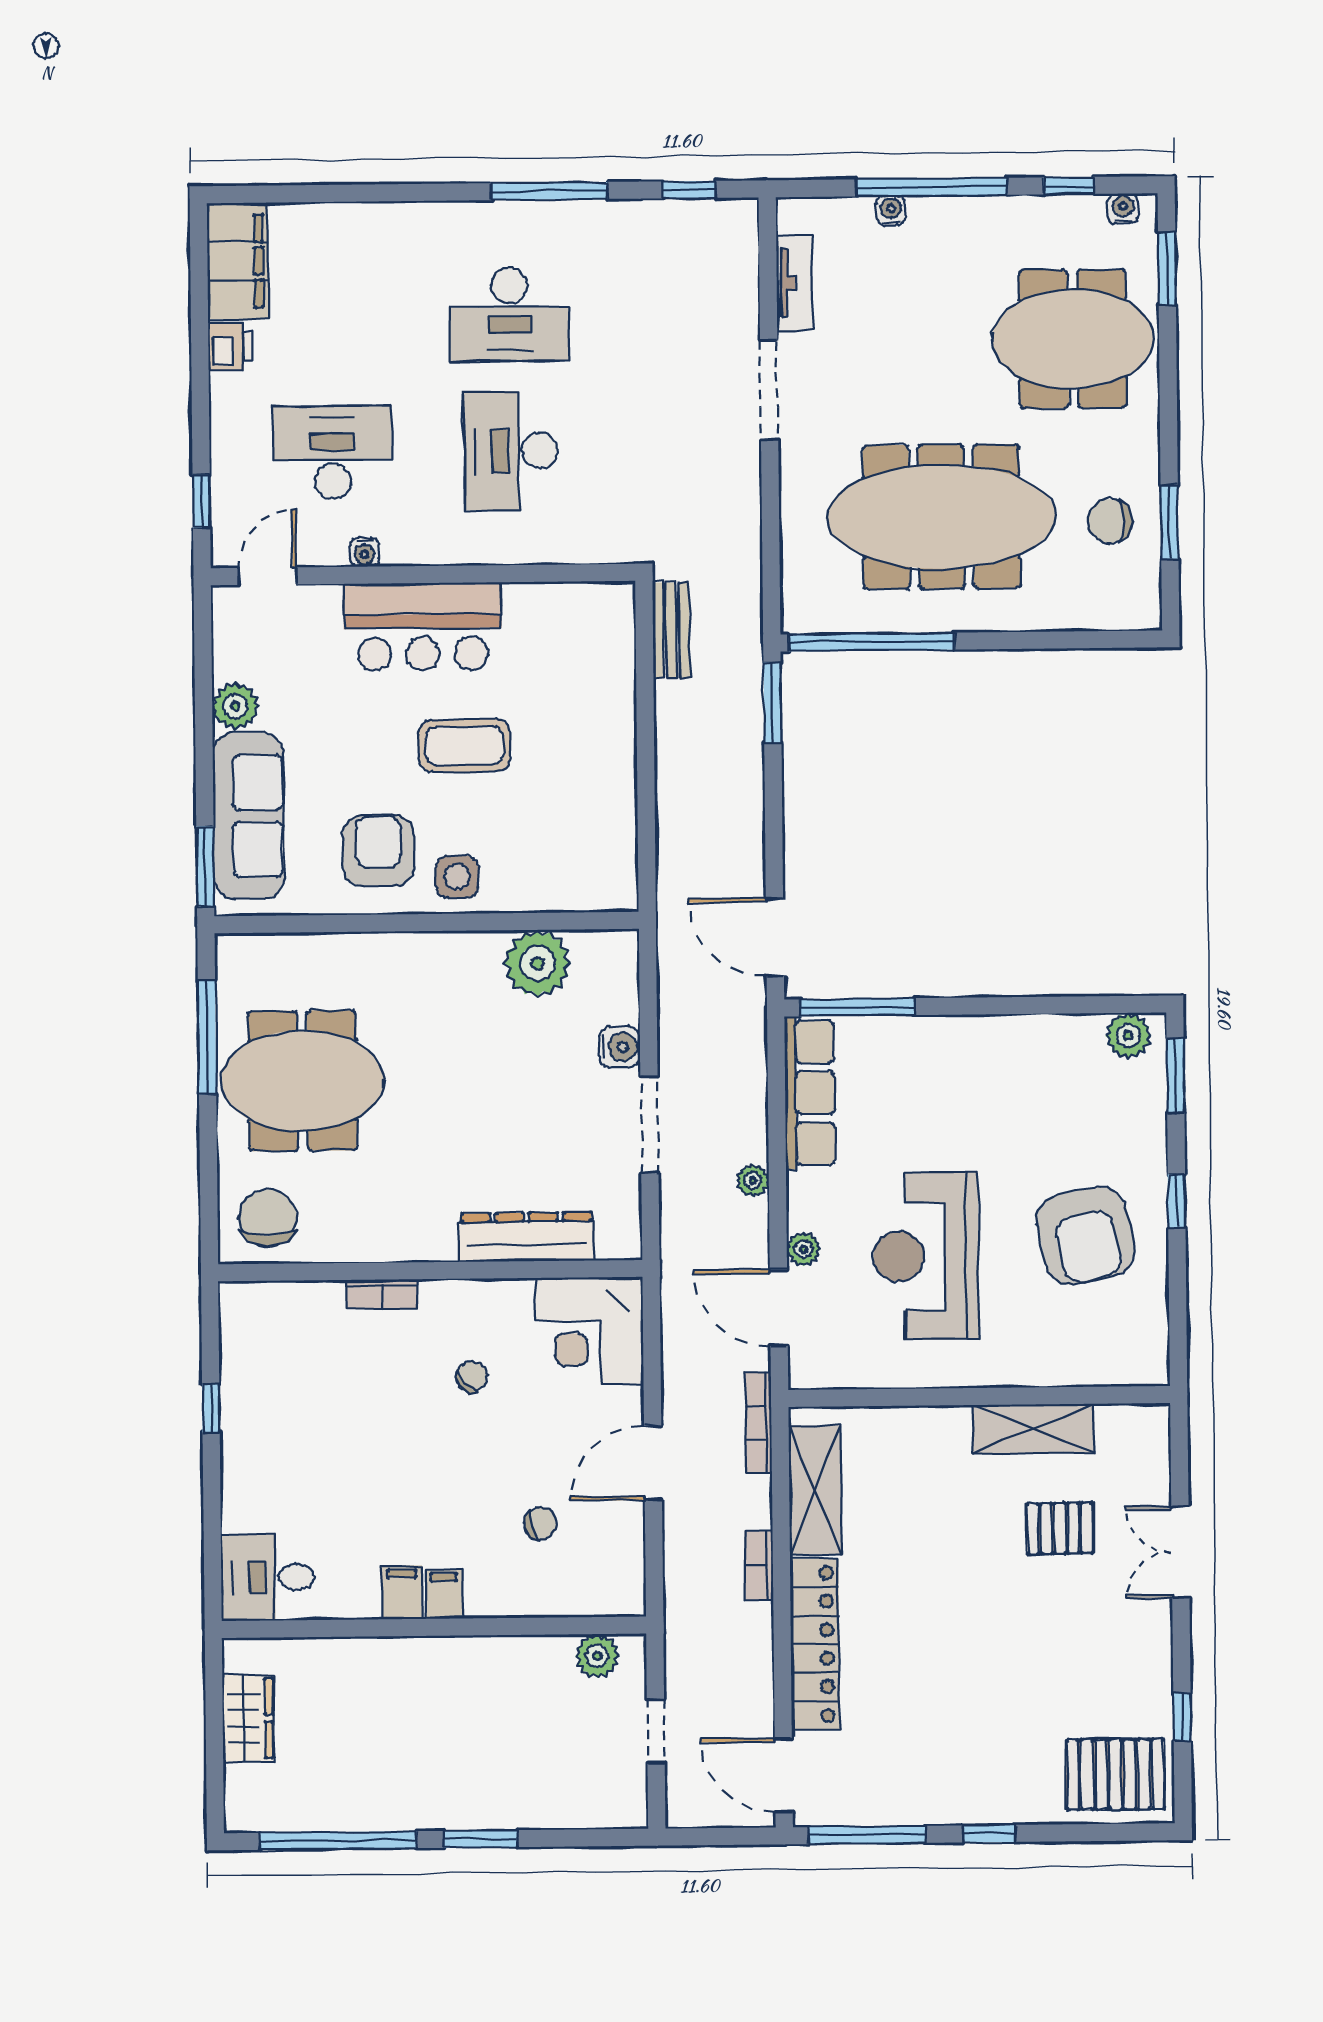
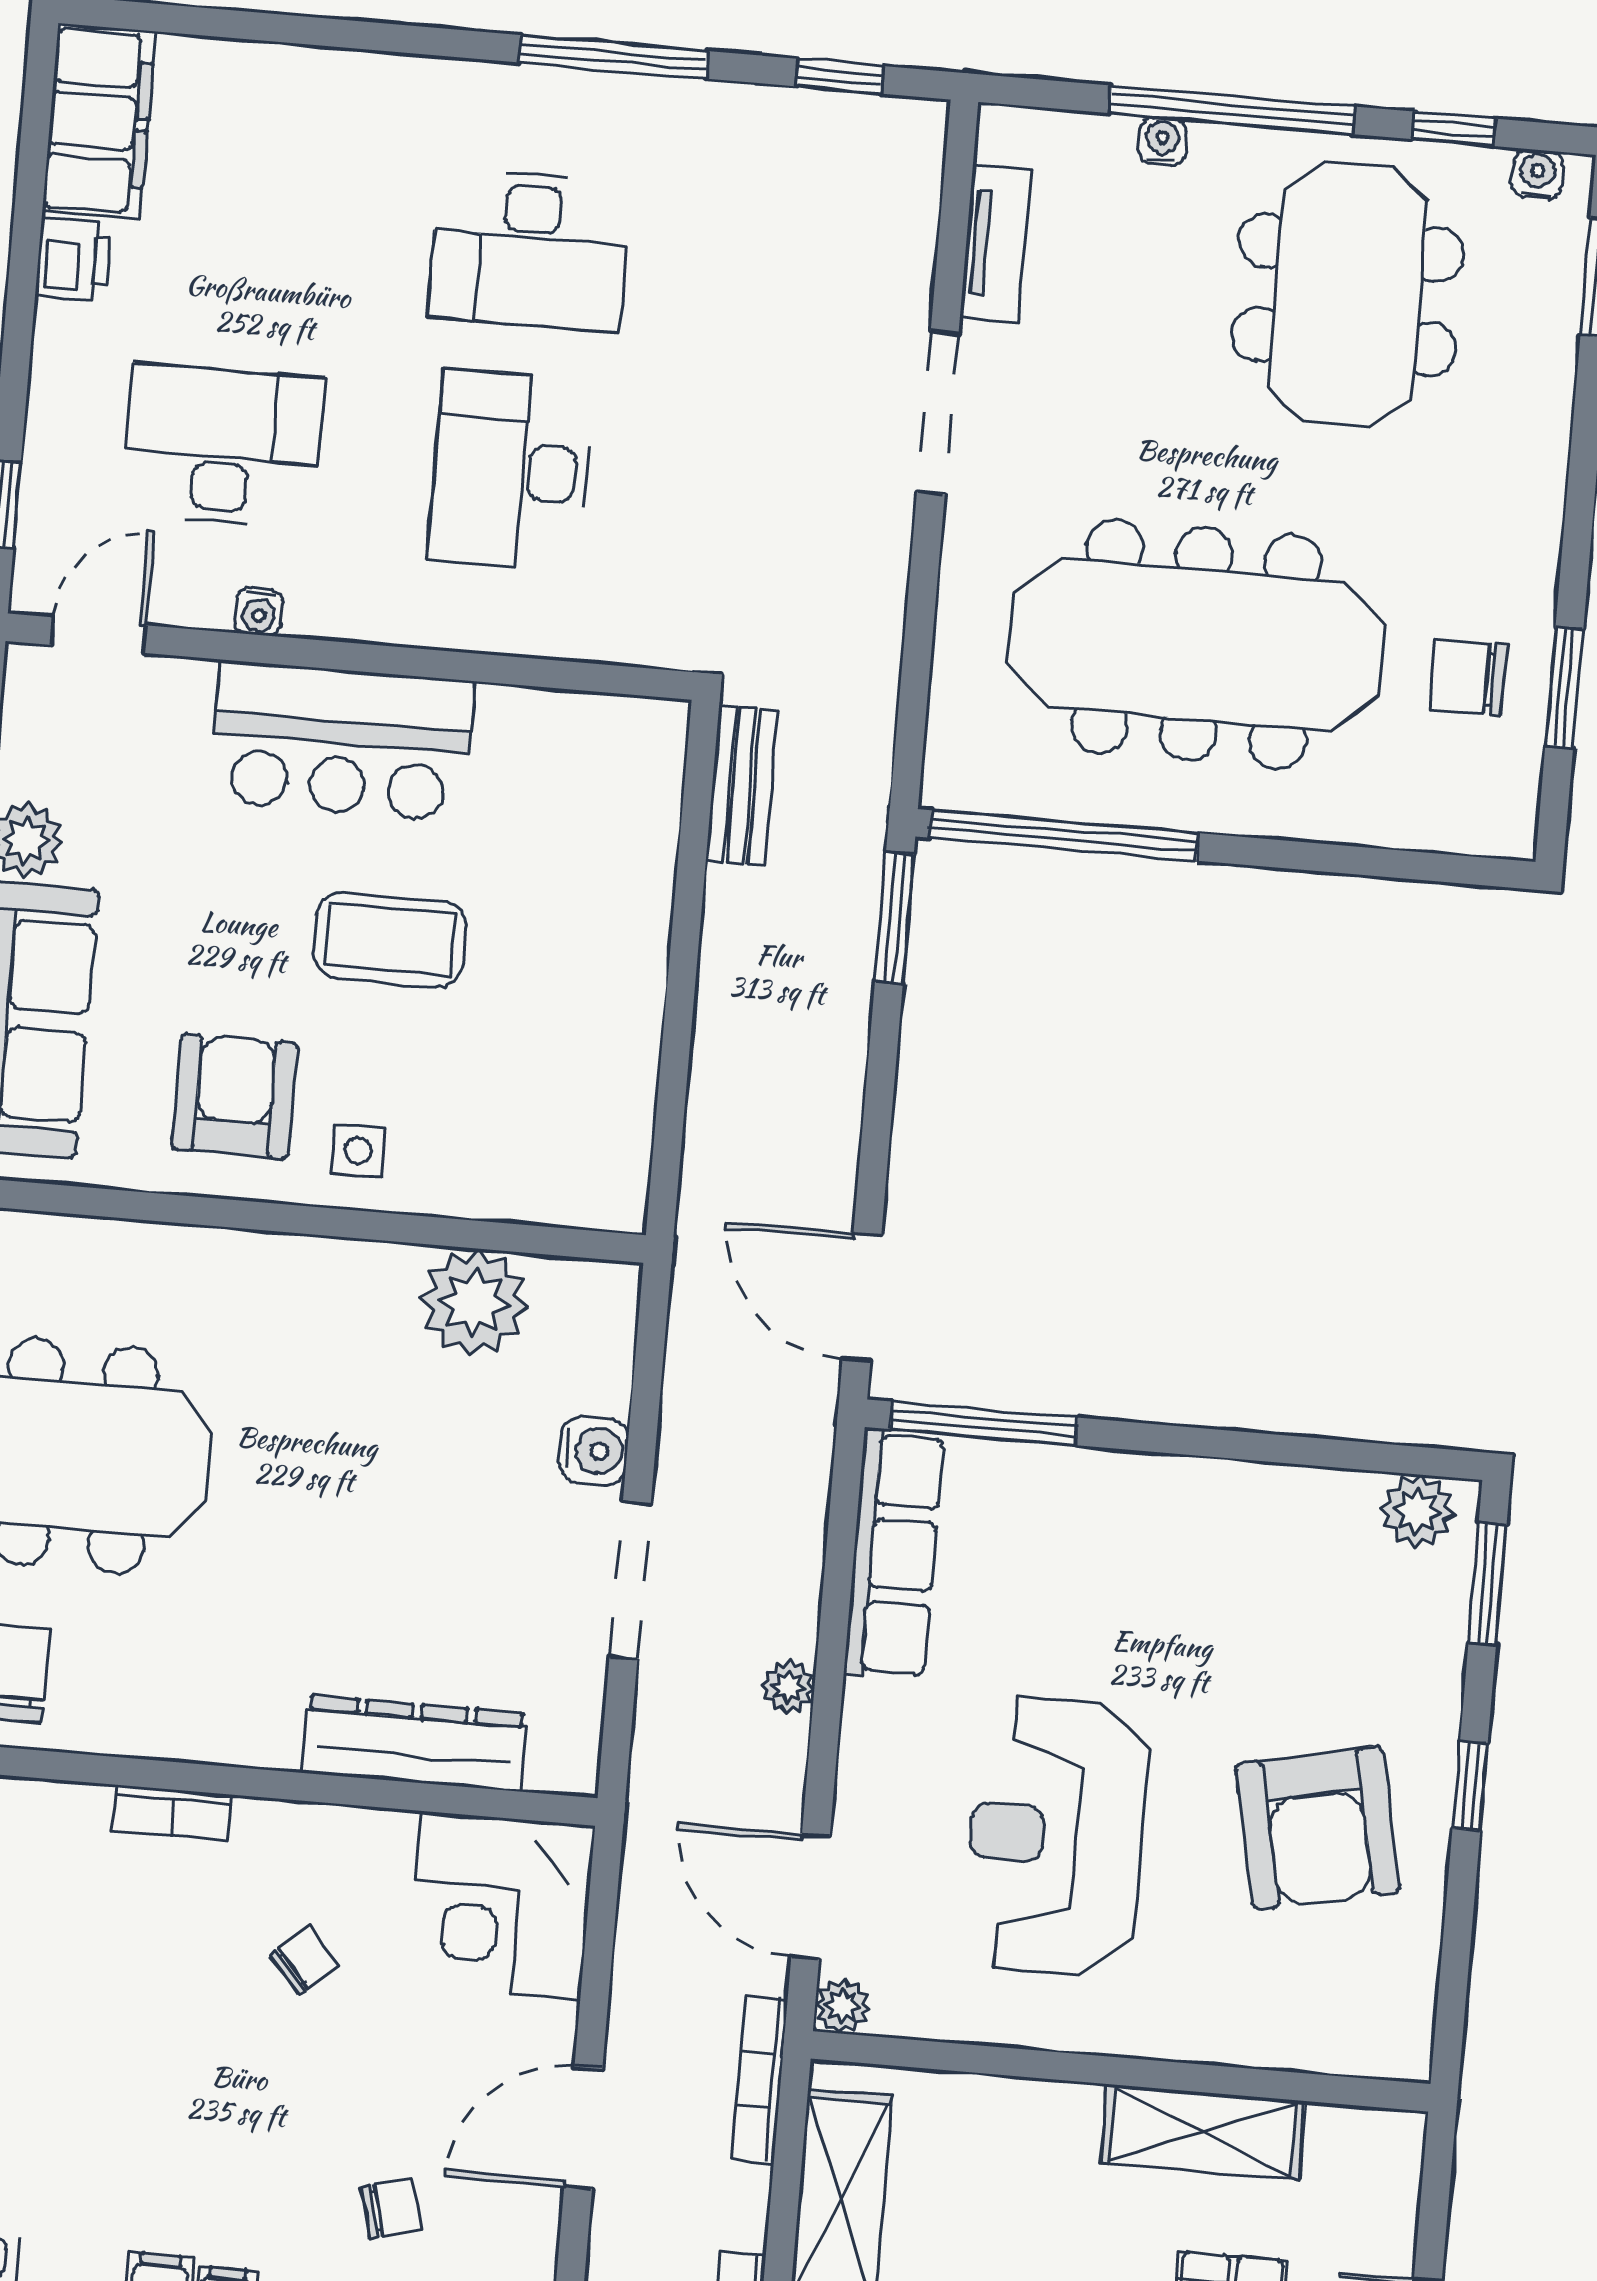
meeting table: (1073, 339) -> (1347, 295), moved, turned 90
side table: (457, 877) -> (358, 1151), width x0.73, depth x0.73
plant: (803, 1249) -> (842, 2006), moved

